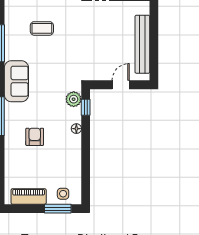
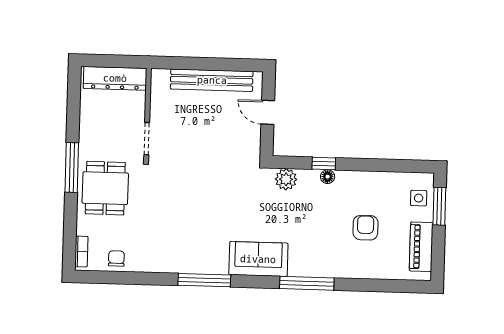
coffee table: (42, 28) -> (185, 221), removed
window: (86, 107) -> (324, 164), moved
armchair: (35, 137) -> (365, 228), moved, turned 90

